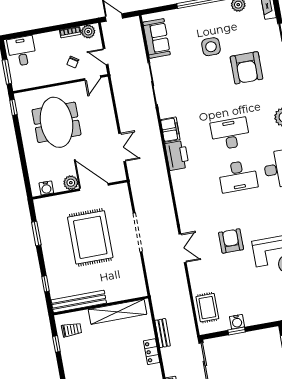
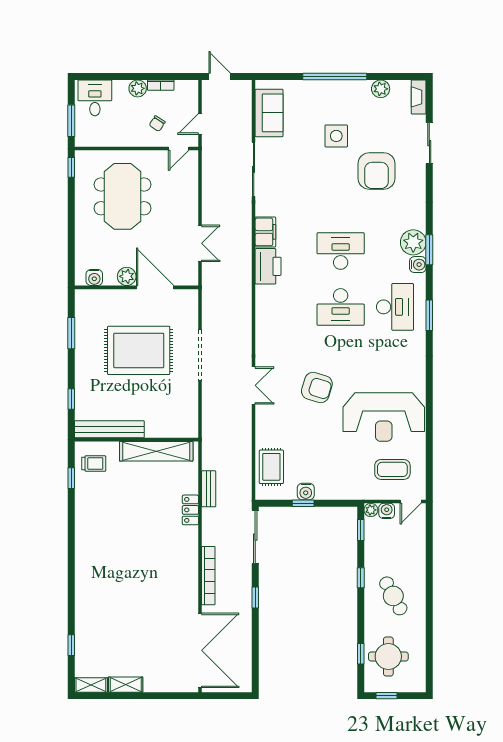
plant: (88, 32) -> (138, 88), moved
door: (106, 56) -> (200, 124), hinge flipped
rug: (90, 237) -> (139, 350), turned 90
armchair: (231, 241) -> (317, 387), turned 107

